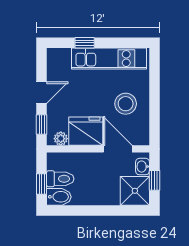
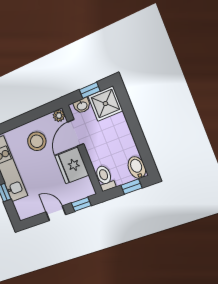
plant: (61, 139) -> (59, 116), moved
toilet: (60, 179) -> (105, 178), moved

